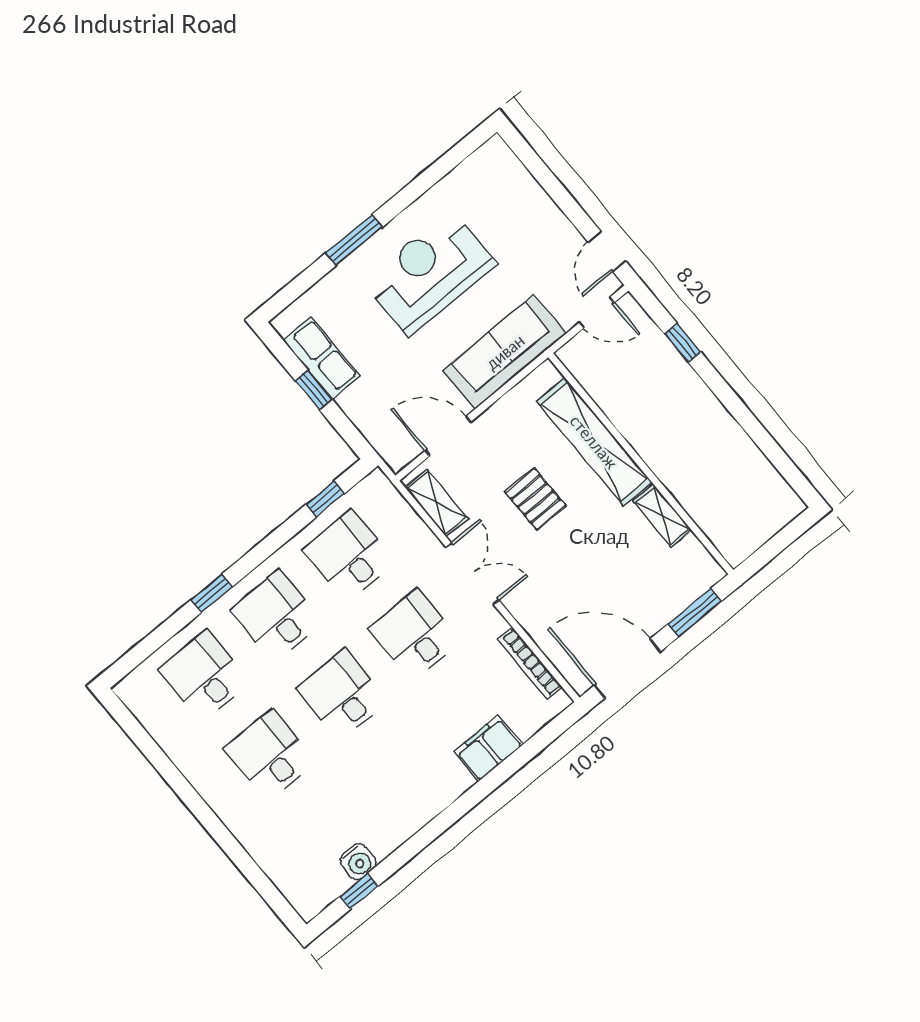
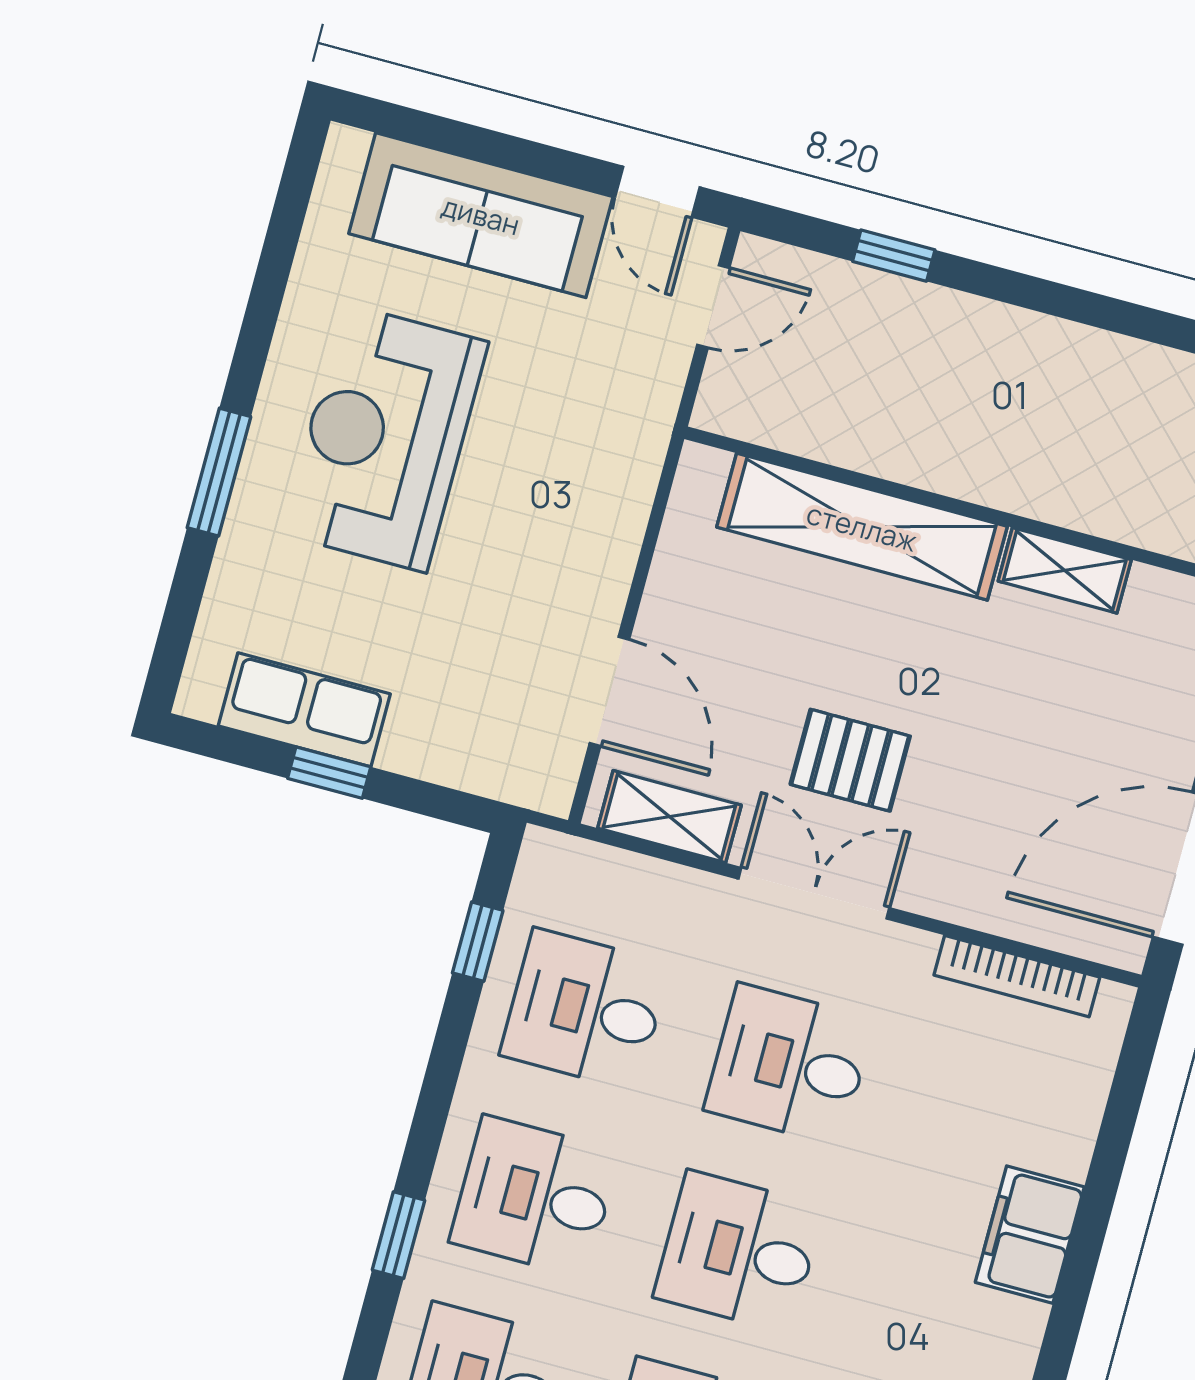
sofa: (505, 352) -> (481, 215), moved, turned -90
door: (448, 436) -> (609, 691), swing flipped
pallet: (535, 499) -> (850, 760), moved
filing cabinet: (488, 748) -> (1030, 1235), moved

